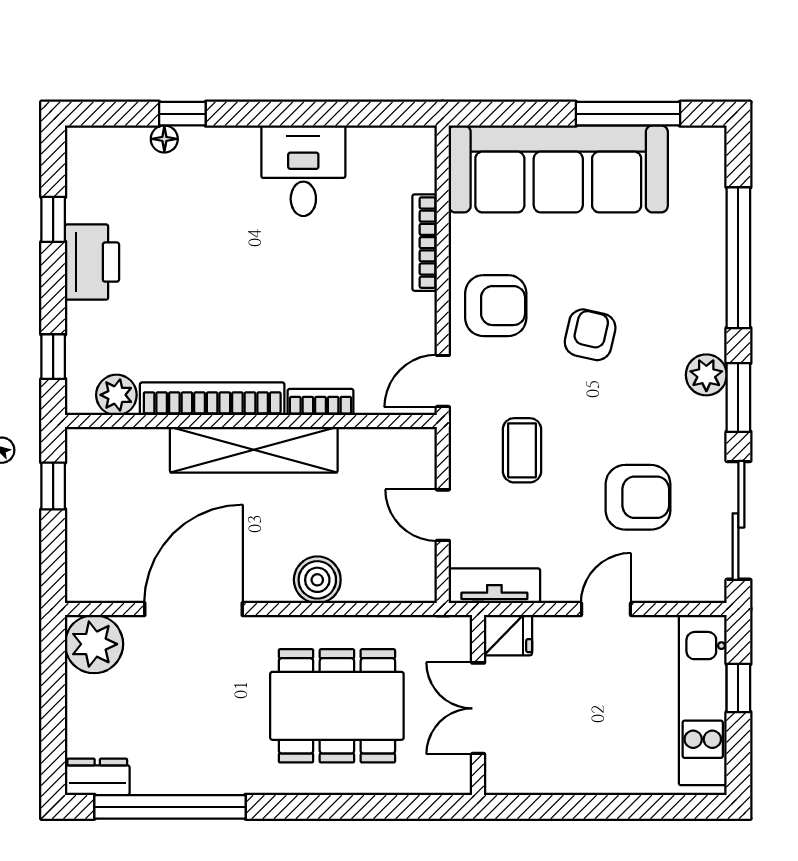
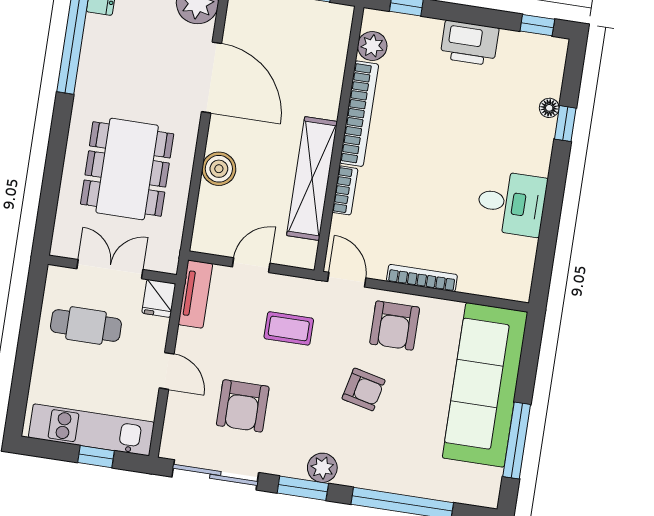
window: (53, 219) -> (537, 25), moved
bookcase: (425, 243) -> (422, 278), moved
shelving: (254, 450) -> (312, 179), moved
cafe table: (560, 729) -> (86, 325), added

